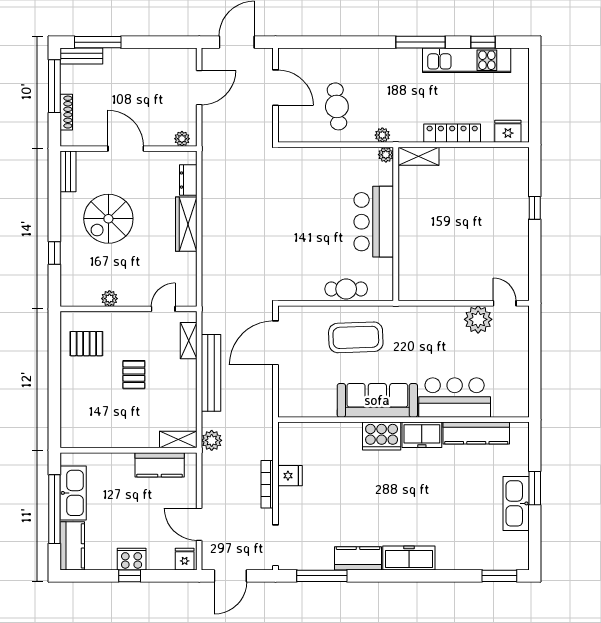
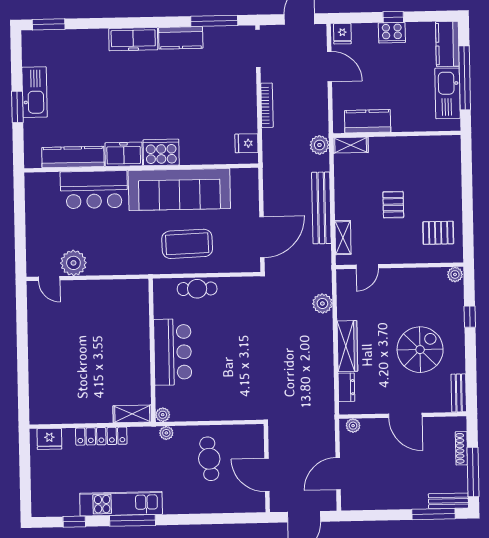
kitchen unit: (467, 60) -> (121, 504), moved
window: (535, 208) -> (23, 368), removed
plant: (212, 270) -> (322, 303), added
plant: (109, 299) -> (455, 274), moved
sofa: (377, 400) -> (179, 190), width x1.36, depth x1.27
fridge: (290, 476) -> (246, 143), moved

